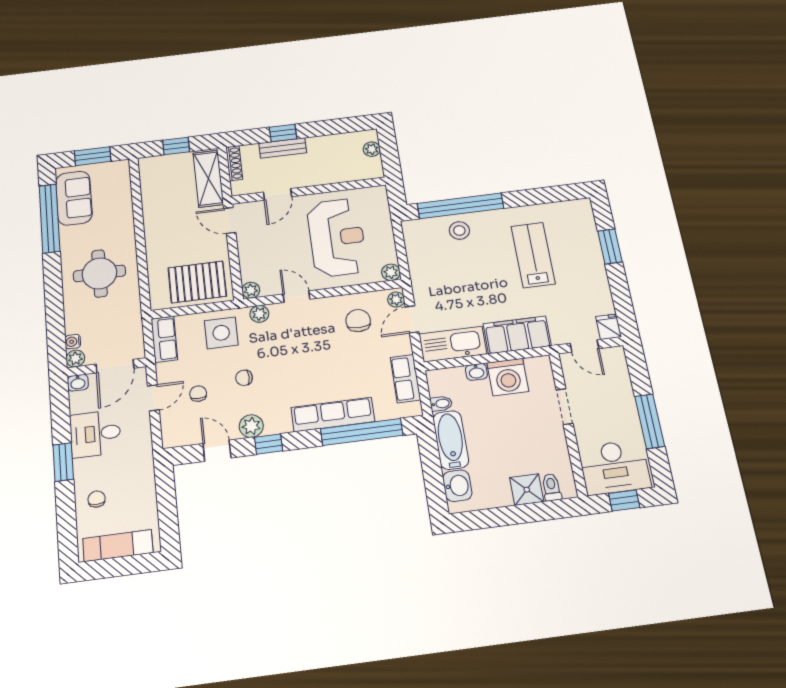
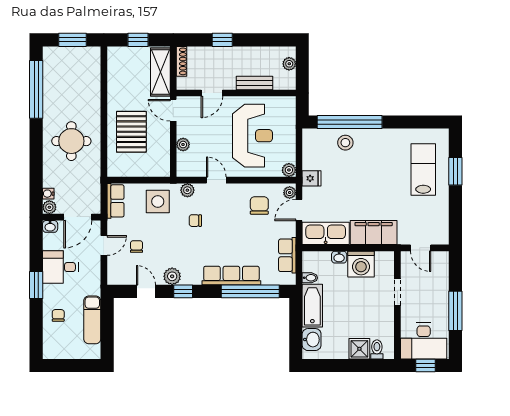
bench: (283, 148) -> (254, 83), moved
sofa: (74, 198) -> (56, 75), removed
lab bench: (533, 255) -> (423, 170), moved
pallet: (197, 282) -> (131, 132), moved, turned 90
plant: (251, 290) -> (183, 145), moved
fridge: (609, 327) -> (312, 178), moved, turned 90
chair: (244, 378) -> (195, 221), moved
exam couch: (118, 546) -> (92, 320), moved, turned -90

